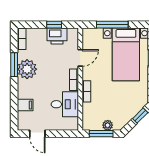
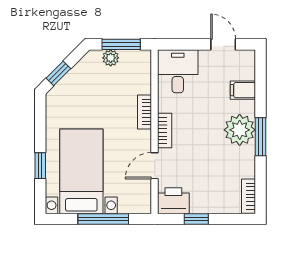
printer: (57, 36) -> (173, 201), moved
window: (14, 65) -> (261, 137), moved
plant: (27, 69) -> (240, 130), moved
desk: (65, 104) -> (178, 71), moved, turned 90

